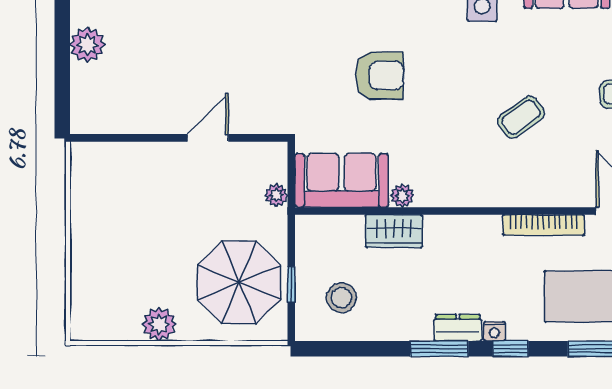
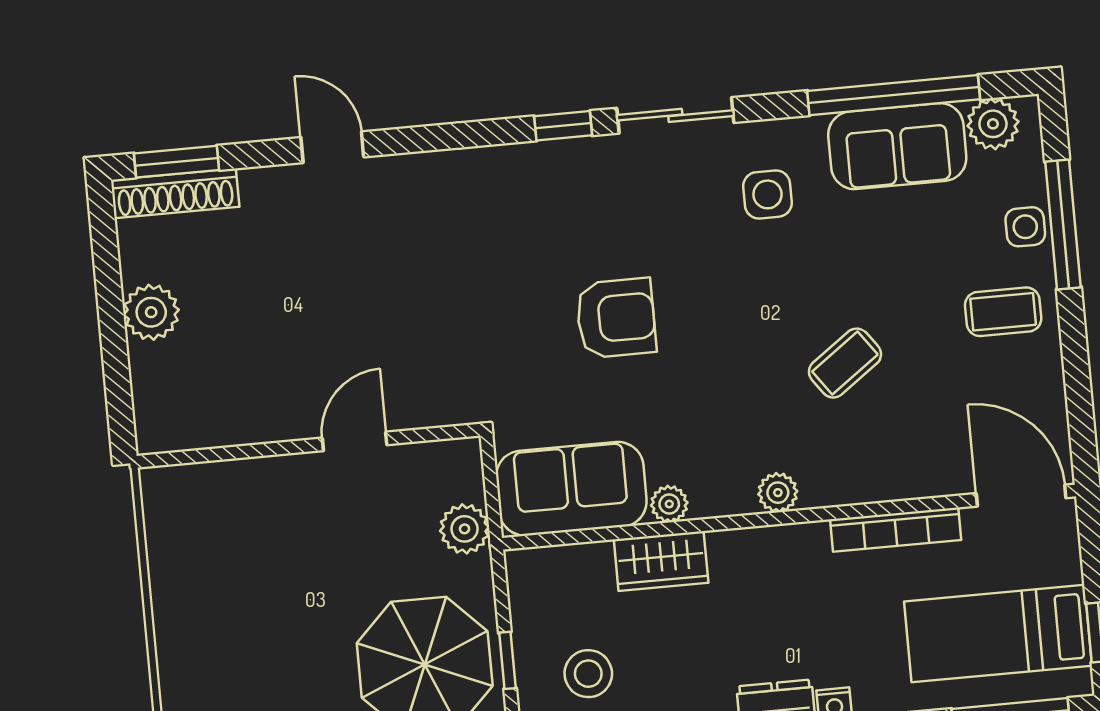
plant: (276, 195) -> (465, 529), width x1.38, depth x1.38
plant: (471, 195) -> (778, 493), added

